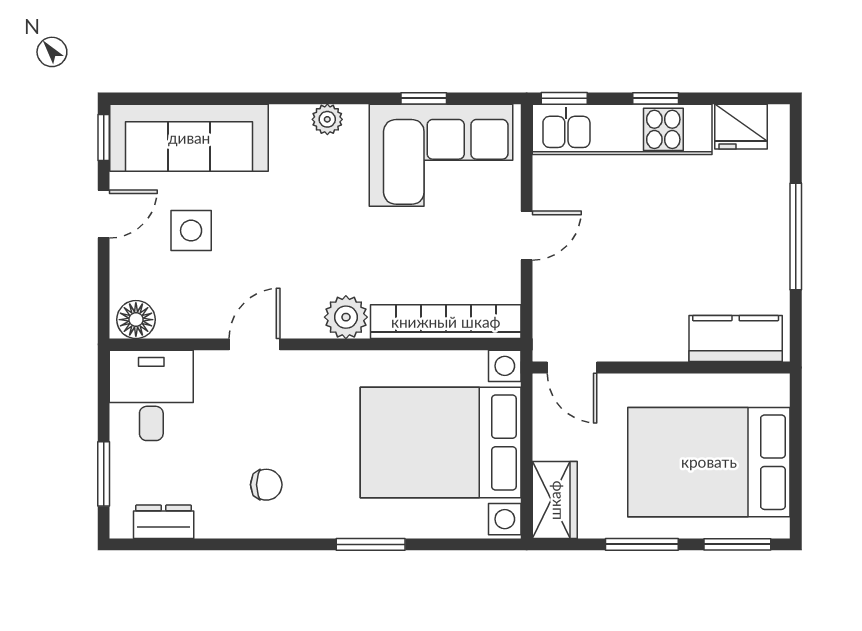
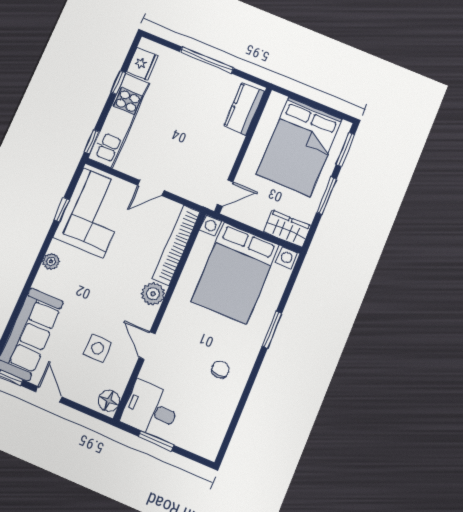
window: (656, 98) -> (118, 83), moved
side table: (191, 231) -> (97, 348), moved
door: (527, 236) -> (151, 188), swing flipped
window: (104, 474) -> (156, 441), moved
dresser: (164, 522) -> (217, 431), removed

